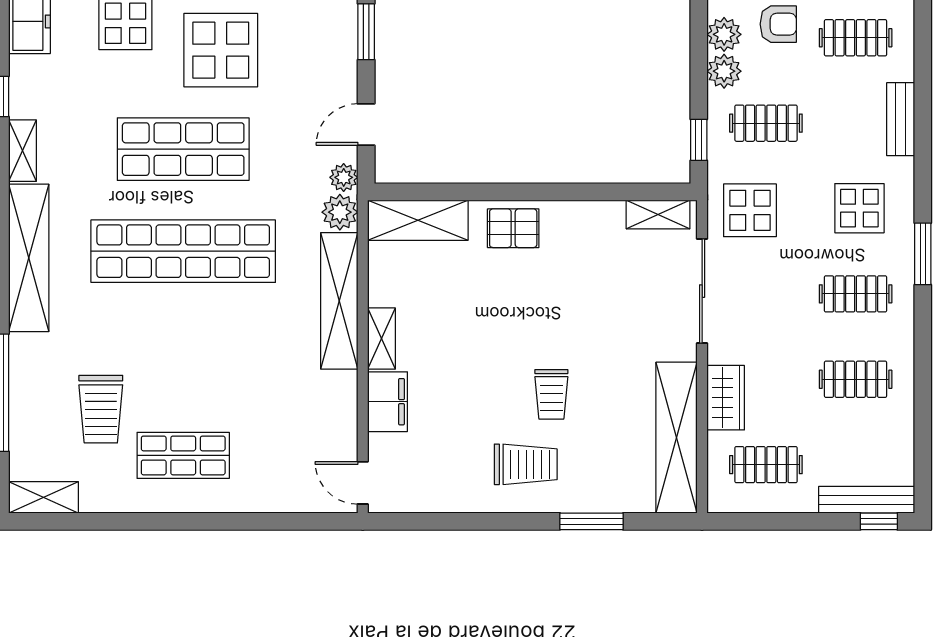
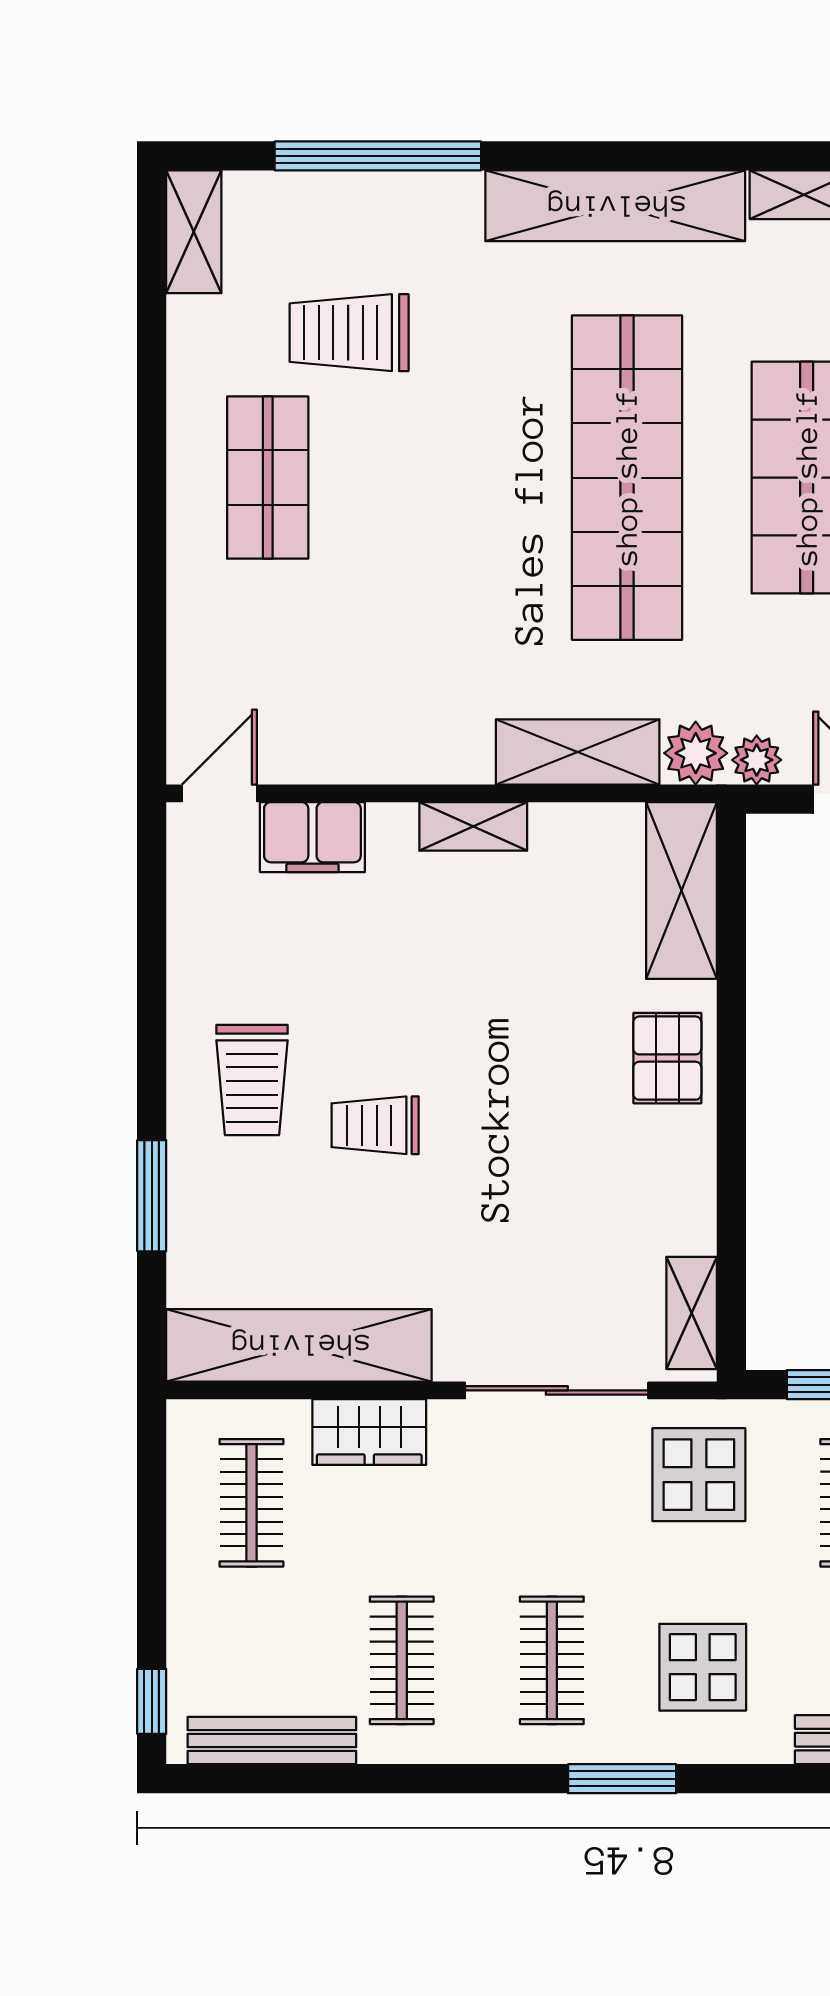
shelving: (339, 301) -> (578, 752), width x0.68
filing cabinet: (388, 402) -> (312, 837), moved
bench: (867, 500) -> (272, 1741), moved, turned 90

